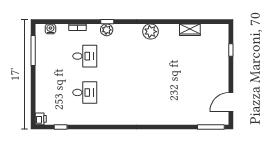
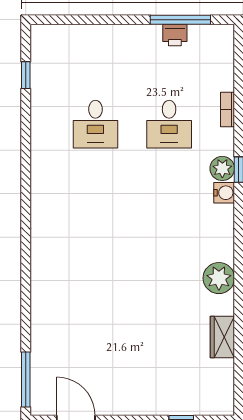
water cooler: (50, 29) -> (224, 193), moved
plant: (151, 32) -> (219, 278), moved
printer: (41, 119) -> (175, 35), moved

